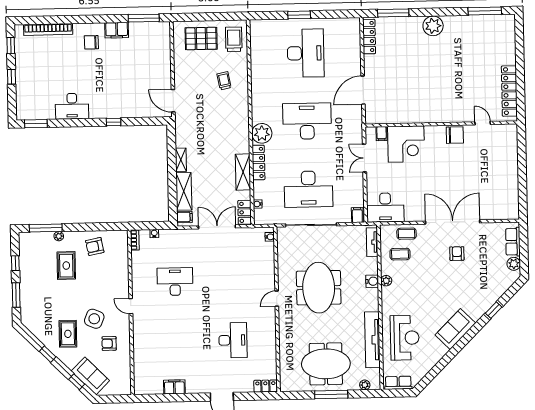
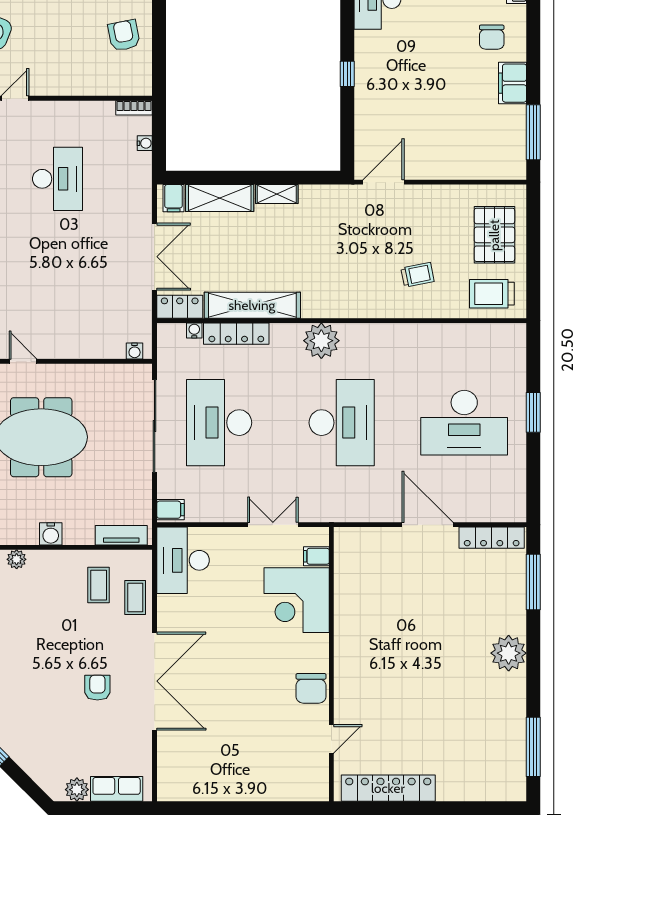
trolley: (234, 39) -> (492, 294), turned 180
chair: (91, 42) -> (492, 37), turned 180
door: (363, 90) -> (428, 525), moved
locker: (258, 162) -> (236, 334), moved
shelving: (243, 172) -> (252, 305), width x1.47
armchair: (457, 254) -> (97, 688), turned -90
plant: (386, 281) -> (17, 559), moved

